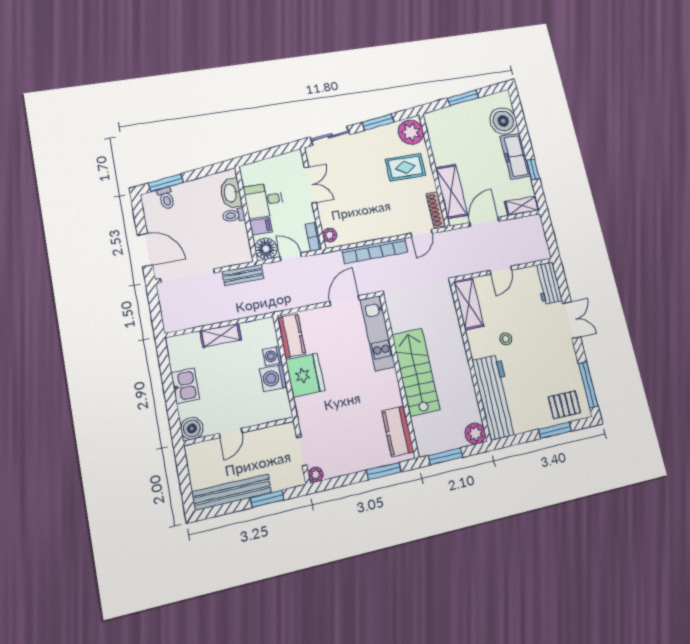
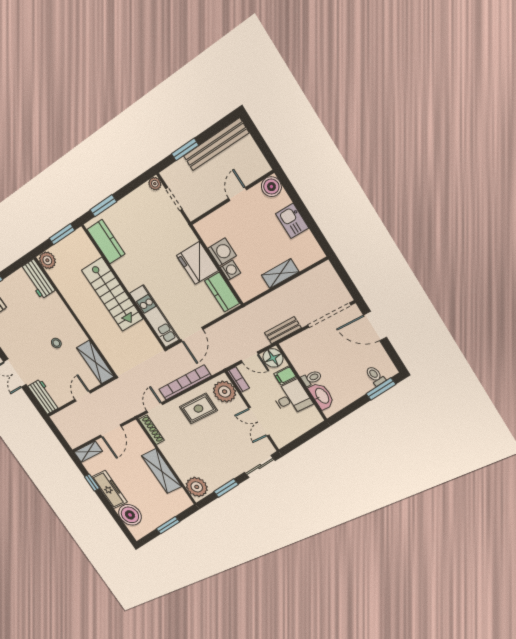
rug: (405, 167) -> (198, 409), moved
shelving: (451, 191) -> (162, 471), moved
plant: (330, 235) -> (225, 392), width x1.88, depth x1.88
workbench: (495, 397) -> (38, 279), width x0.53, depth x0.76

